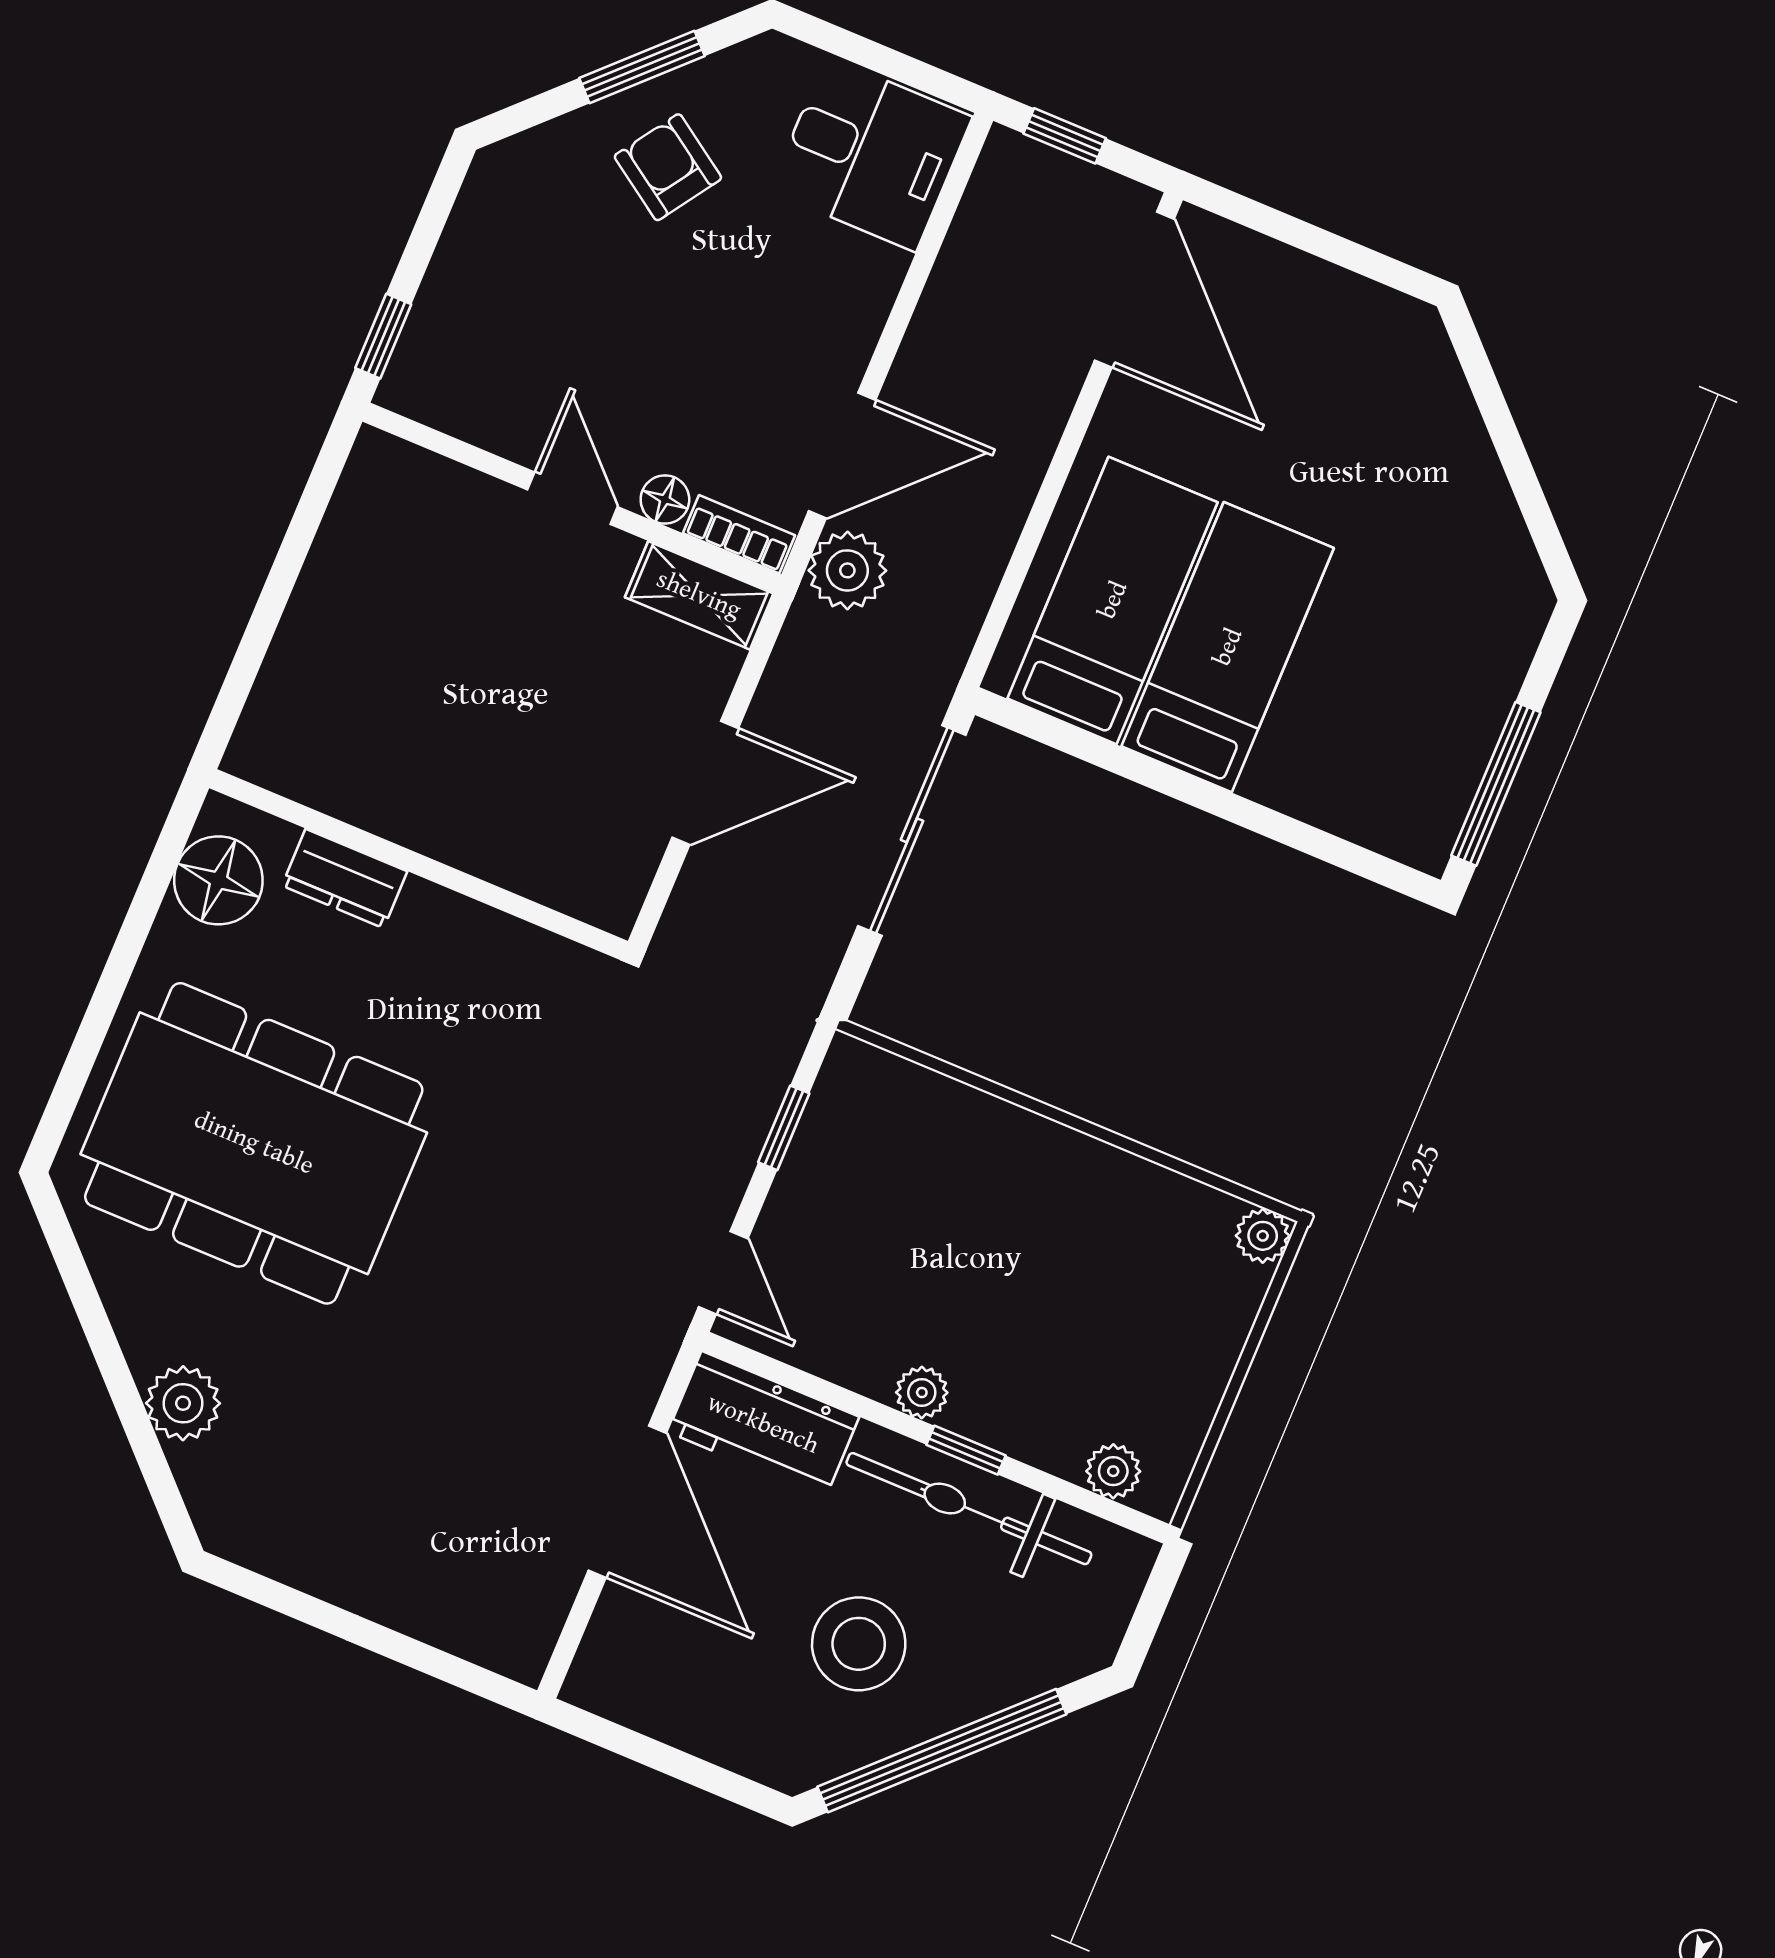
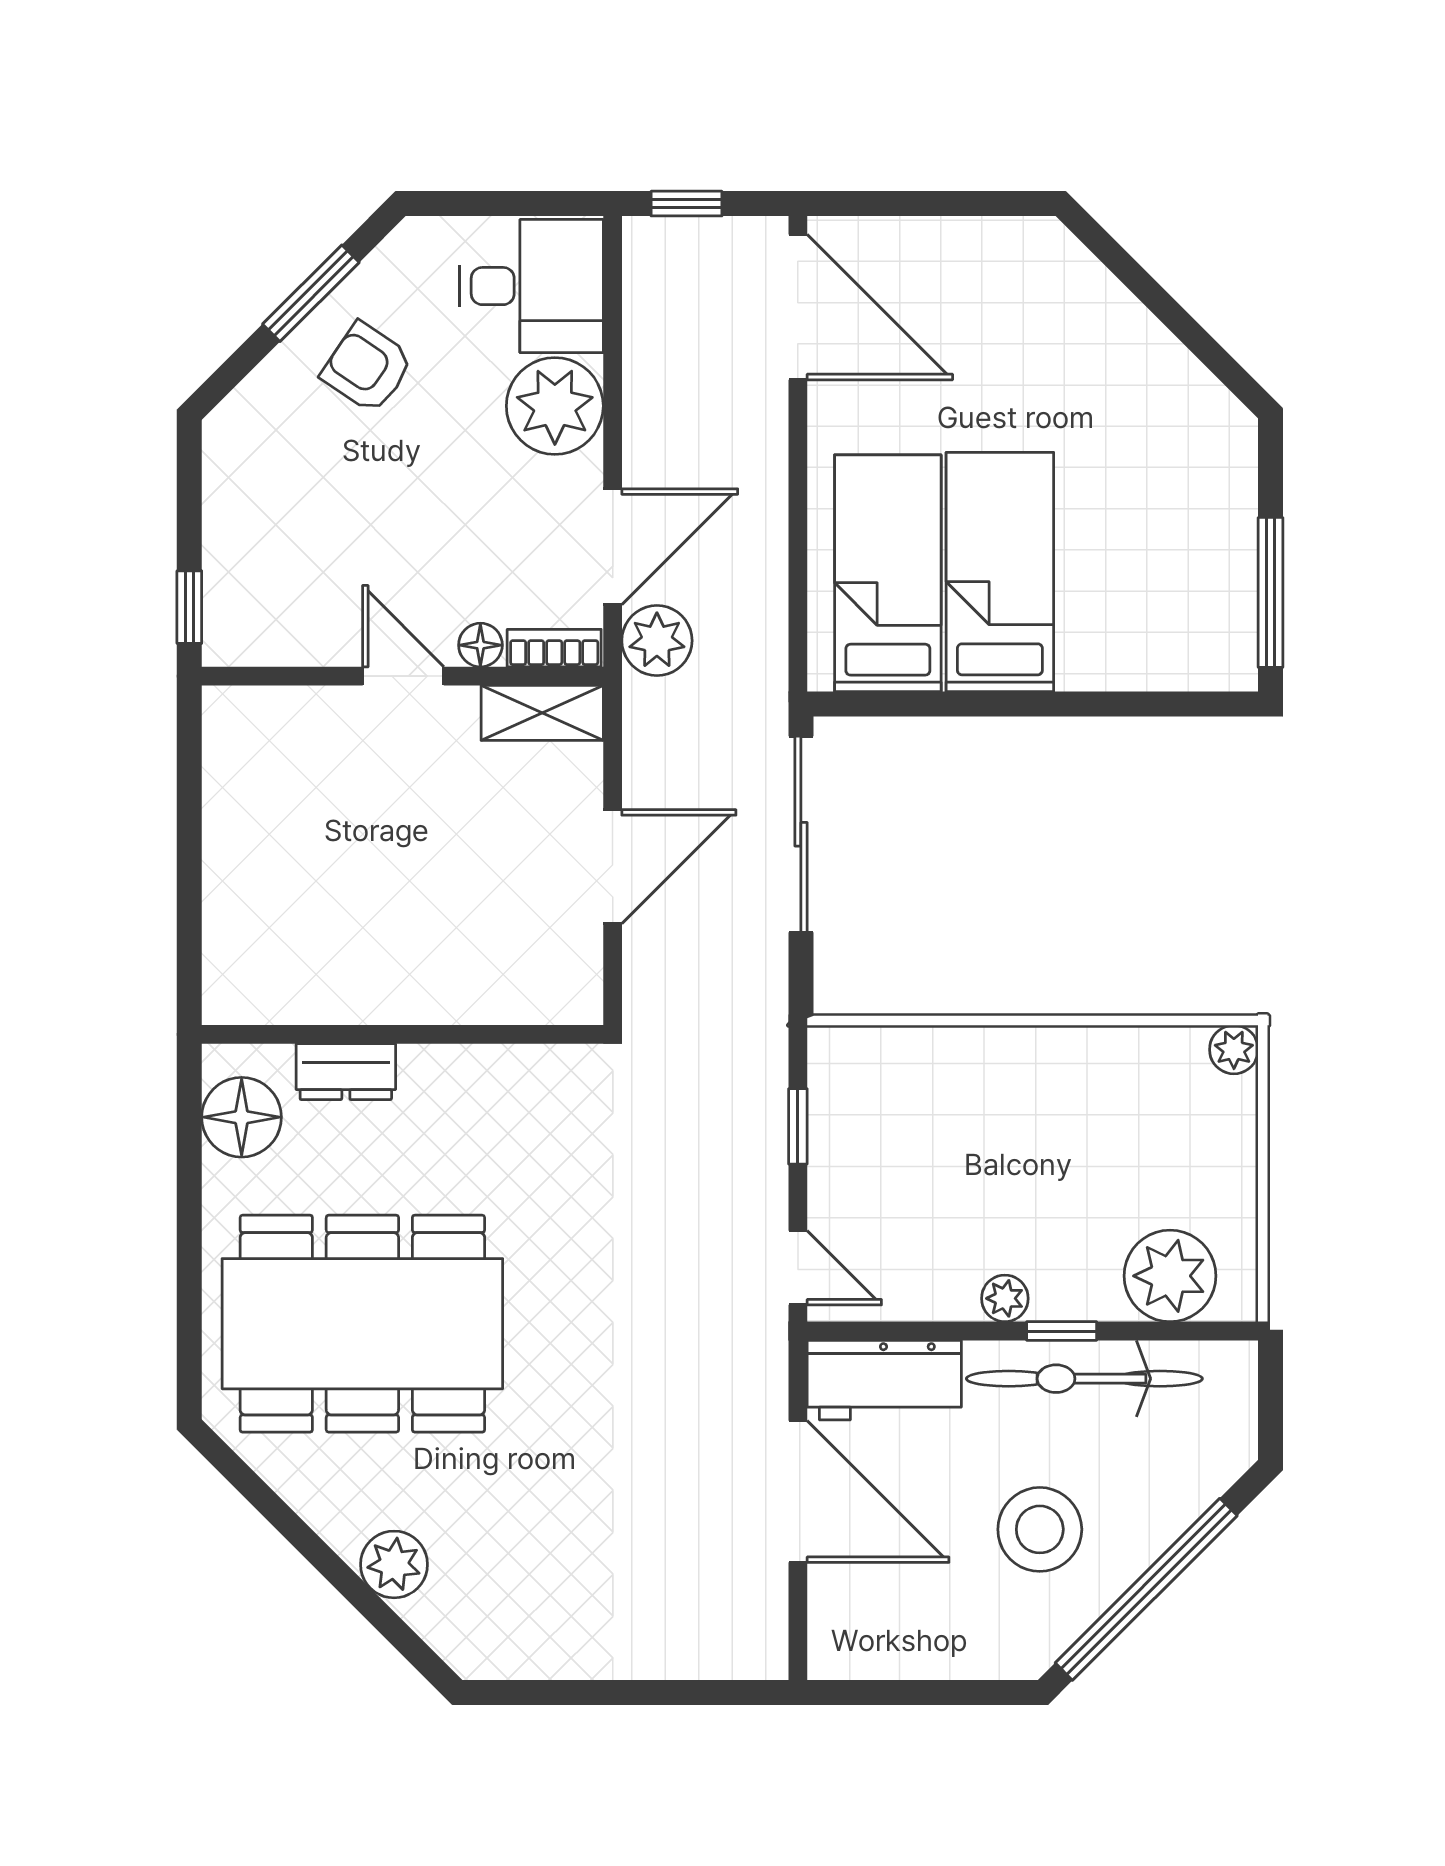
plant: (843, 287) -> (555, 406), added
plant: (1113, 1471) -> (1170, 1276), width x1.88, depth x1.88

